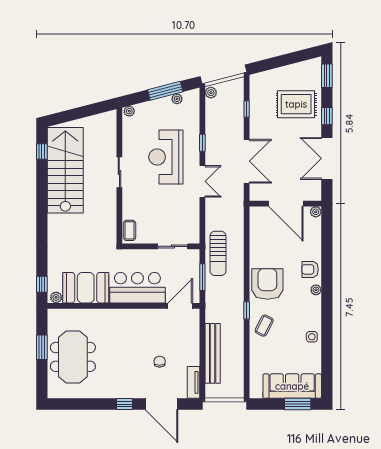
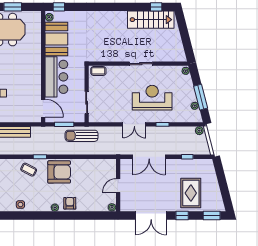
double door: (327, 158) -> (151, 216), swing flipped
stairs: (65, 170) -> (151, 20), width x0.73, depth x0.66
door: (286, 204) -> (118, 186), width x0.53

